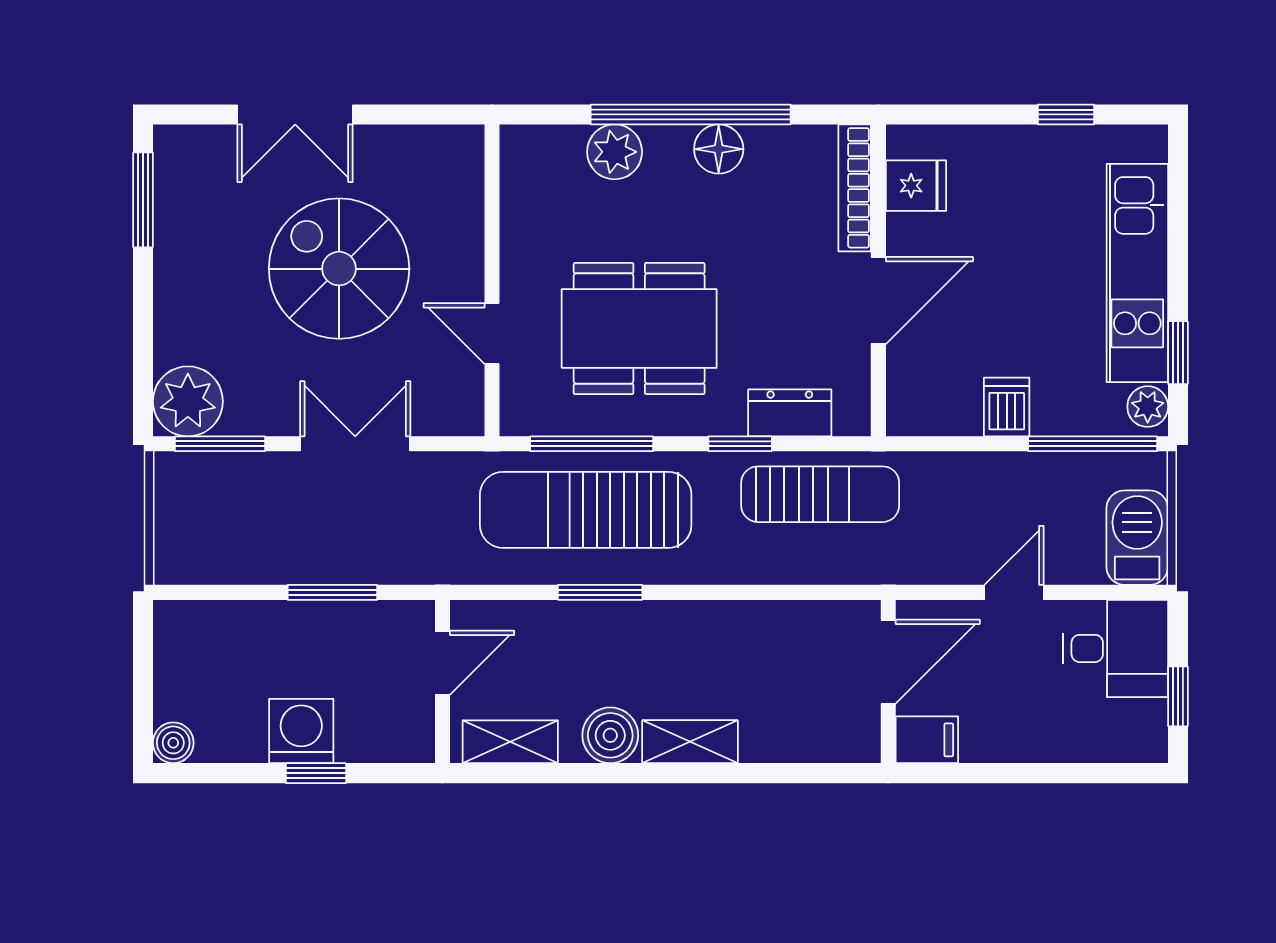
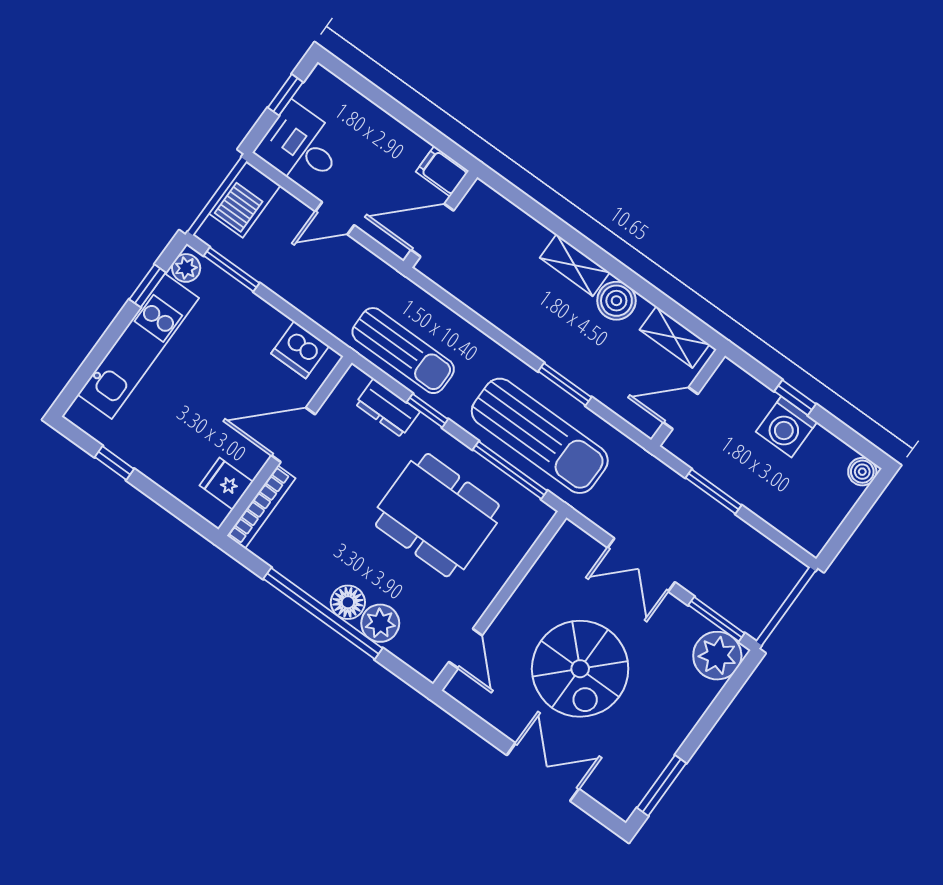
floor lamp: (719, 149) -> (348, 602), moved
door: (492, 334) -> (465, 649), moved
dishwasher: (1007, 407) -> (300, 350), moved, width x1.38
window: (1093, 444) -> (232, 269), width x0.69
sun lounger: (820, 494) -> (403, 351), turned 180

